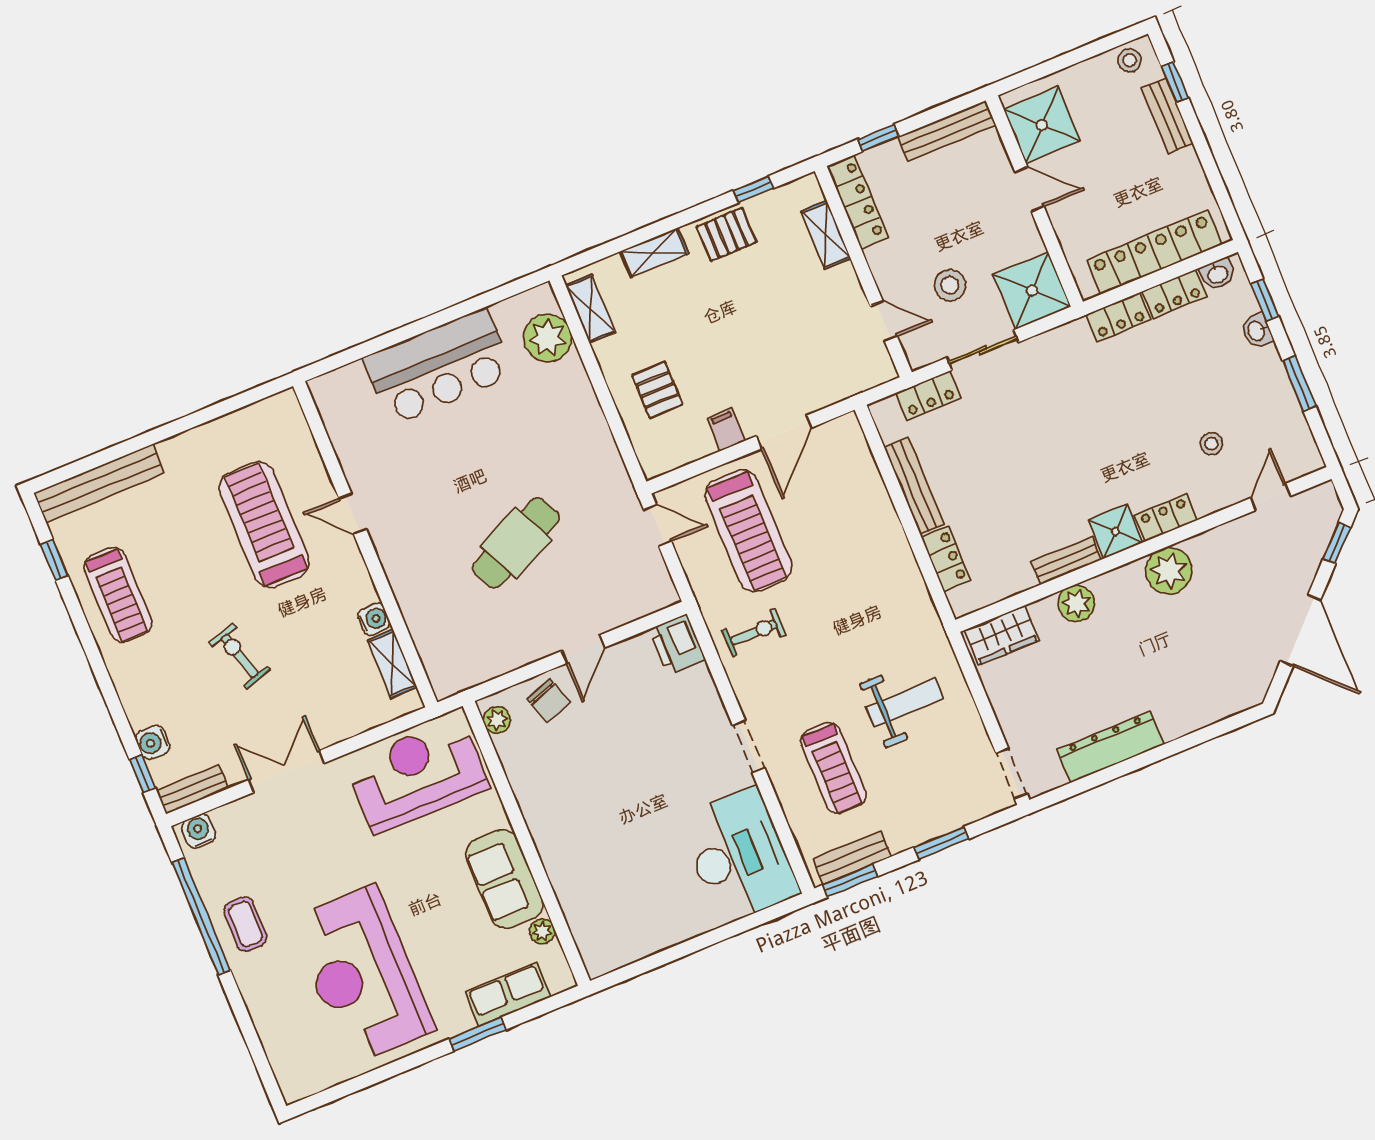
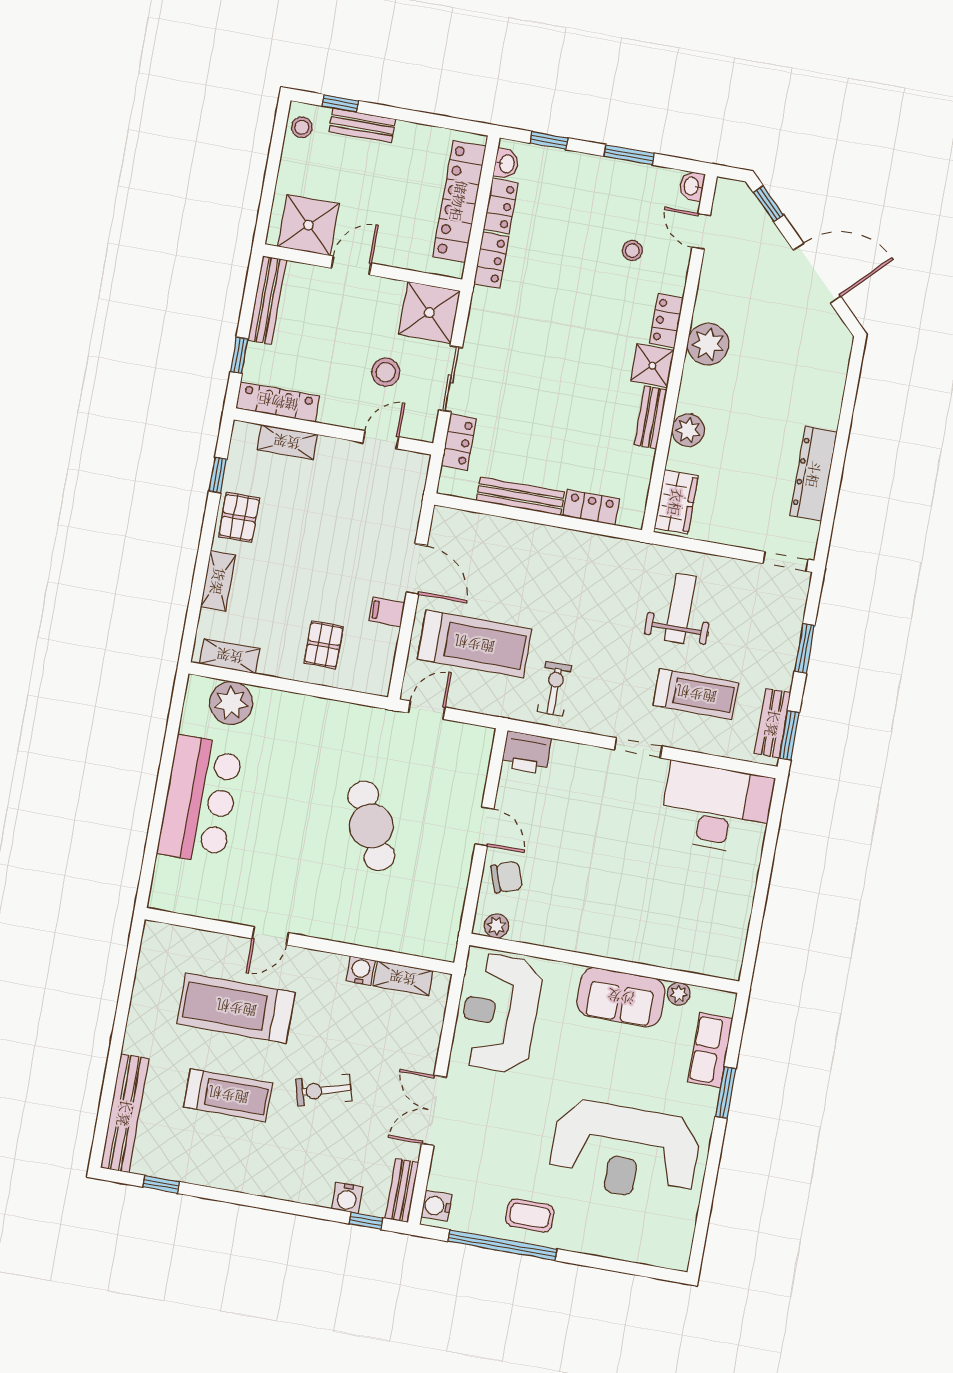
washbasin: (1257, 331) -> (692, 186), moved, turned 90
pallet: (657, 390) -> (324, 645), turned 90
treadmill: (118, 595) -> (228, 1095), moved

